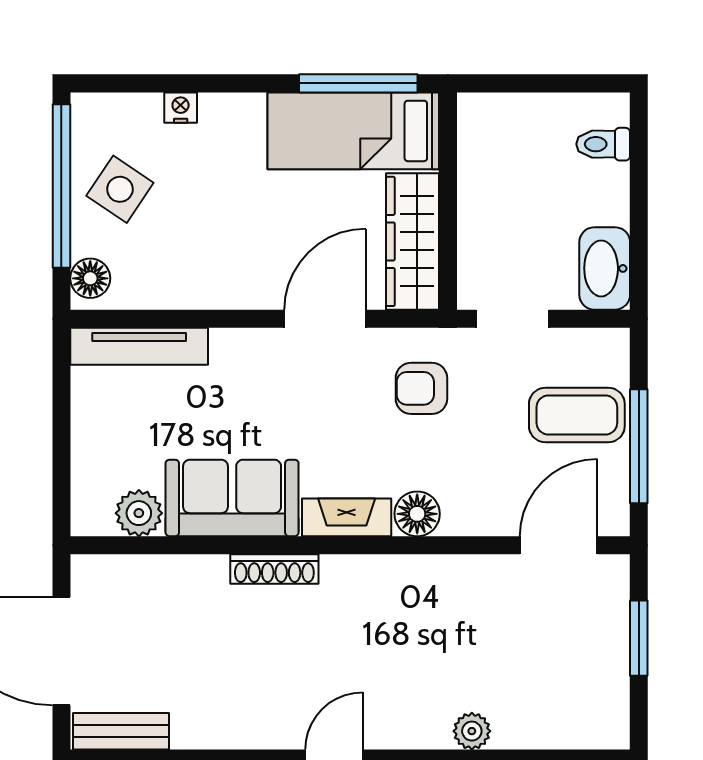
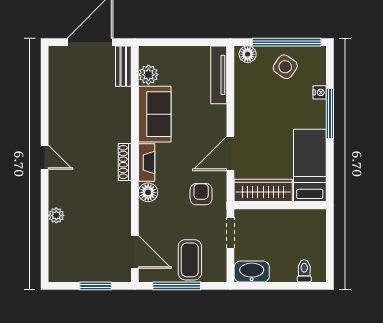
window: (358, 83) -> (330, 114), moved
door: (325, 319) -> (230, 153), swing flipped
shoe rack: (274, 569) -> (125, 162), moved
bench: (121, 731) -> (123, 66), moved

